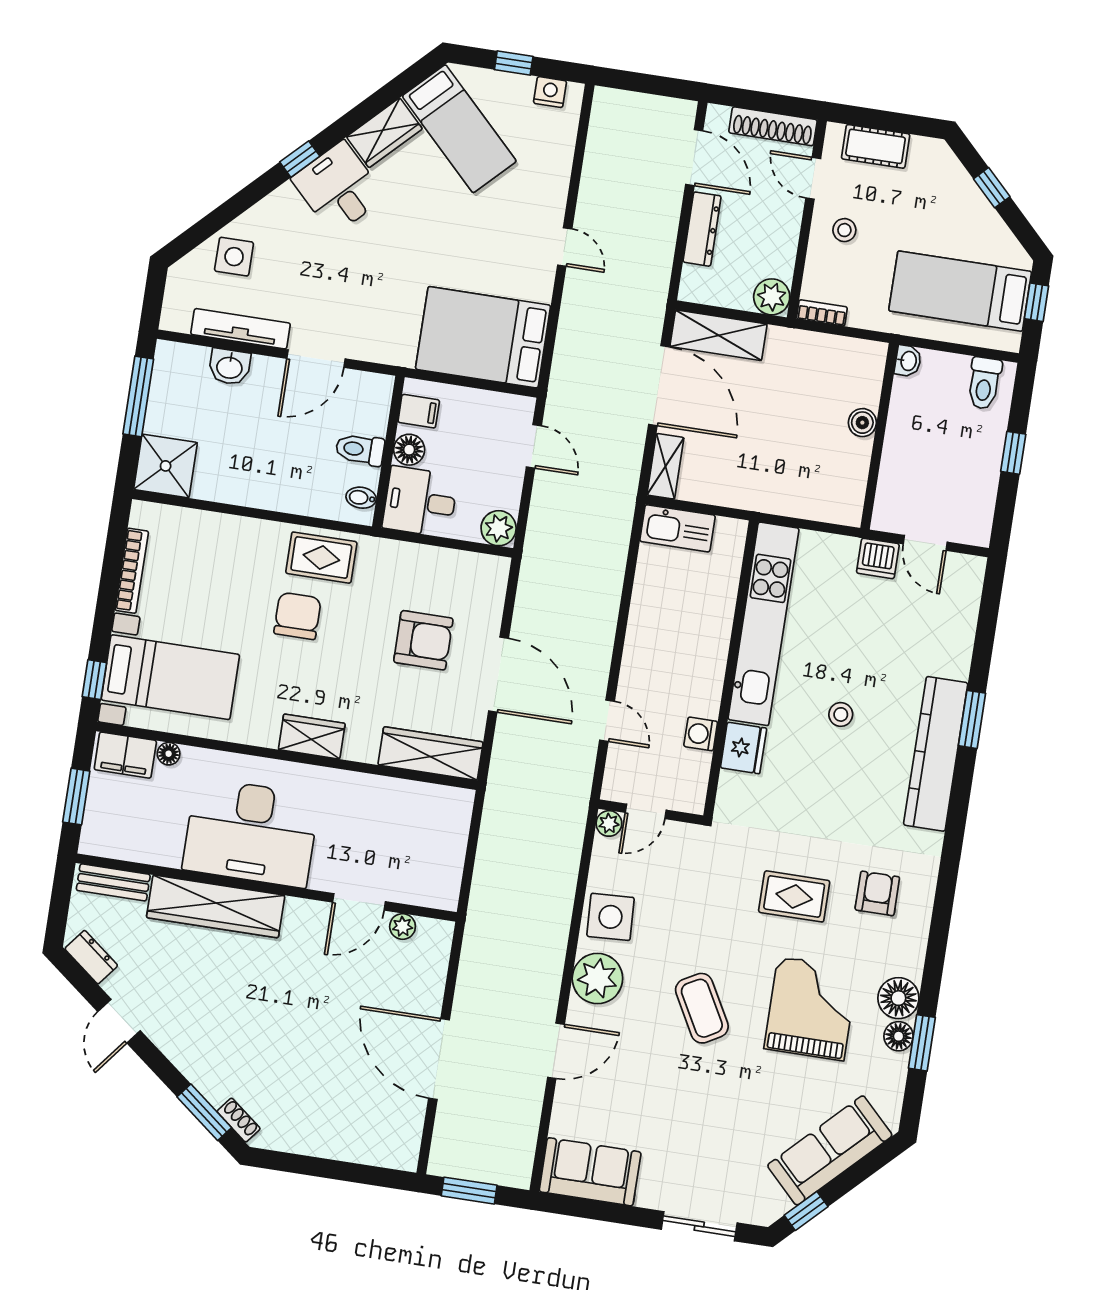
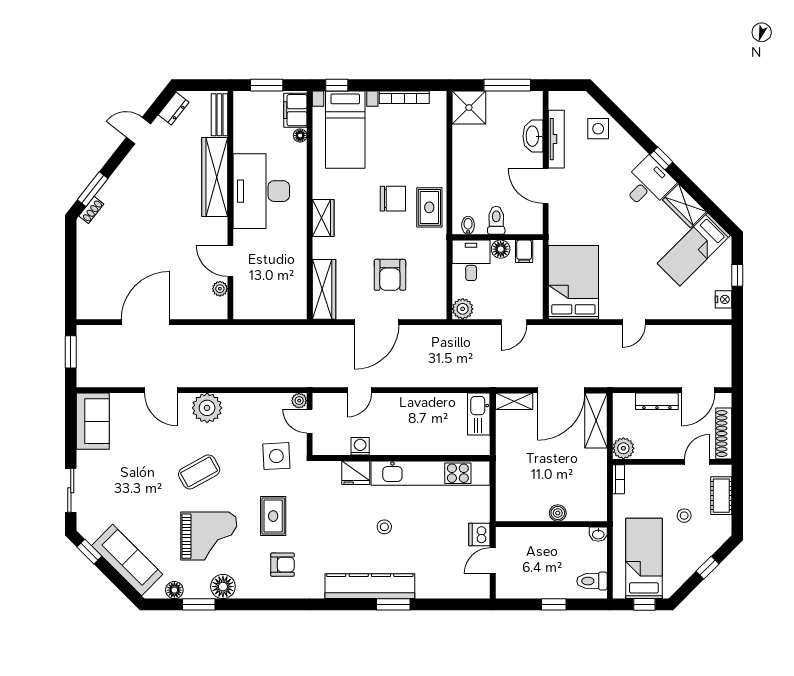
stool: (844, 230) -> (684, 516), moved
washbasin: (230, 367) -> (533, 136), width x1.38
side table: (610, 917) -> (276, 456), moved
floor lamp: (899, 1036) -> (174, 590), moved

